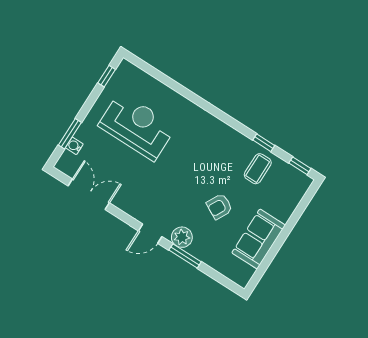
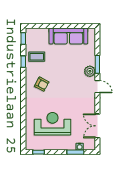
reception desk: (137, 126) -> (53, 124), turned 90
armchair: (219, 207) -> (42, 84), moved
sofa: (259, 239) -> (68, 36), width x1.36

